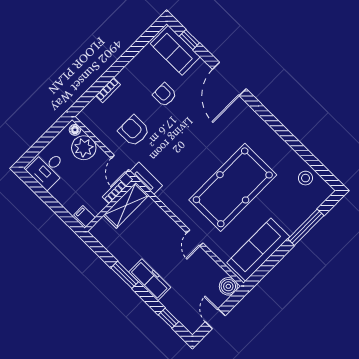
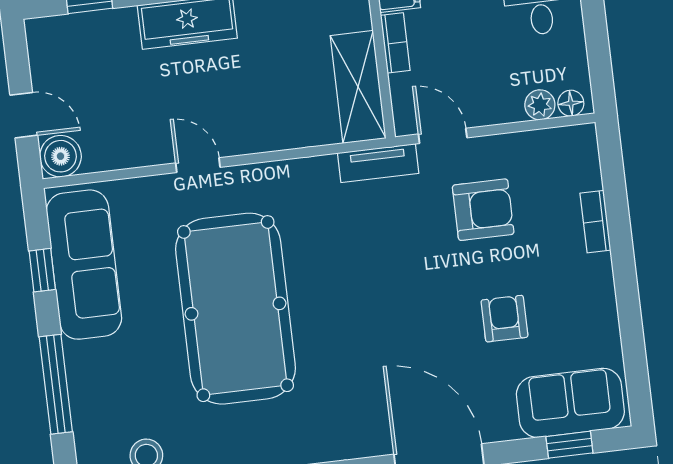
armchair: (165, 95) -> (504, 319), turned -90
plant: (84, 148) -> (540, 105), width x0.53, depth x0.53
bookcase: (114, 192) -> (395, 43), moved
window: (271, 262) -> (42, 270), added
door: (215, 319) -> (24, 115), moved

